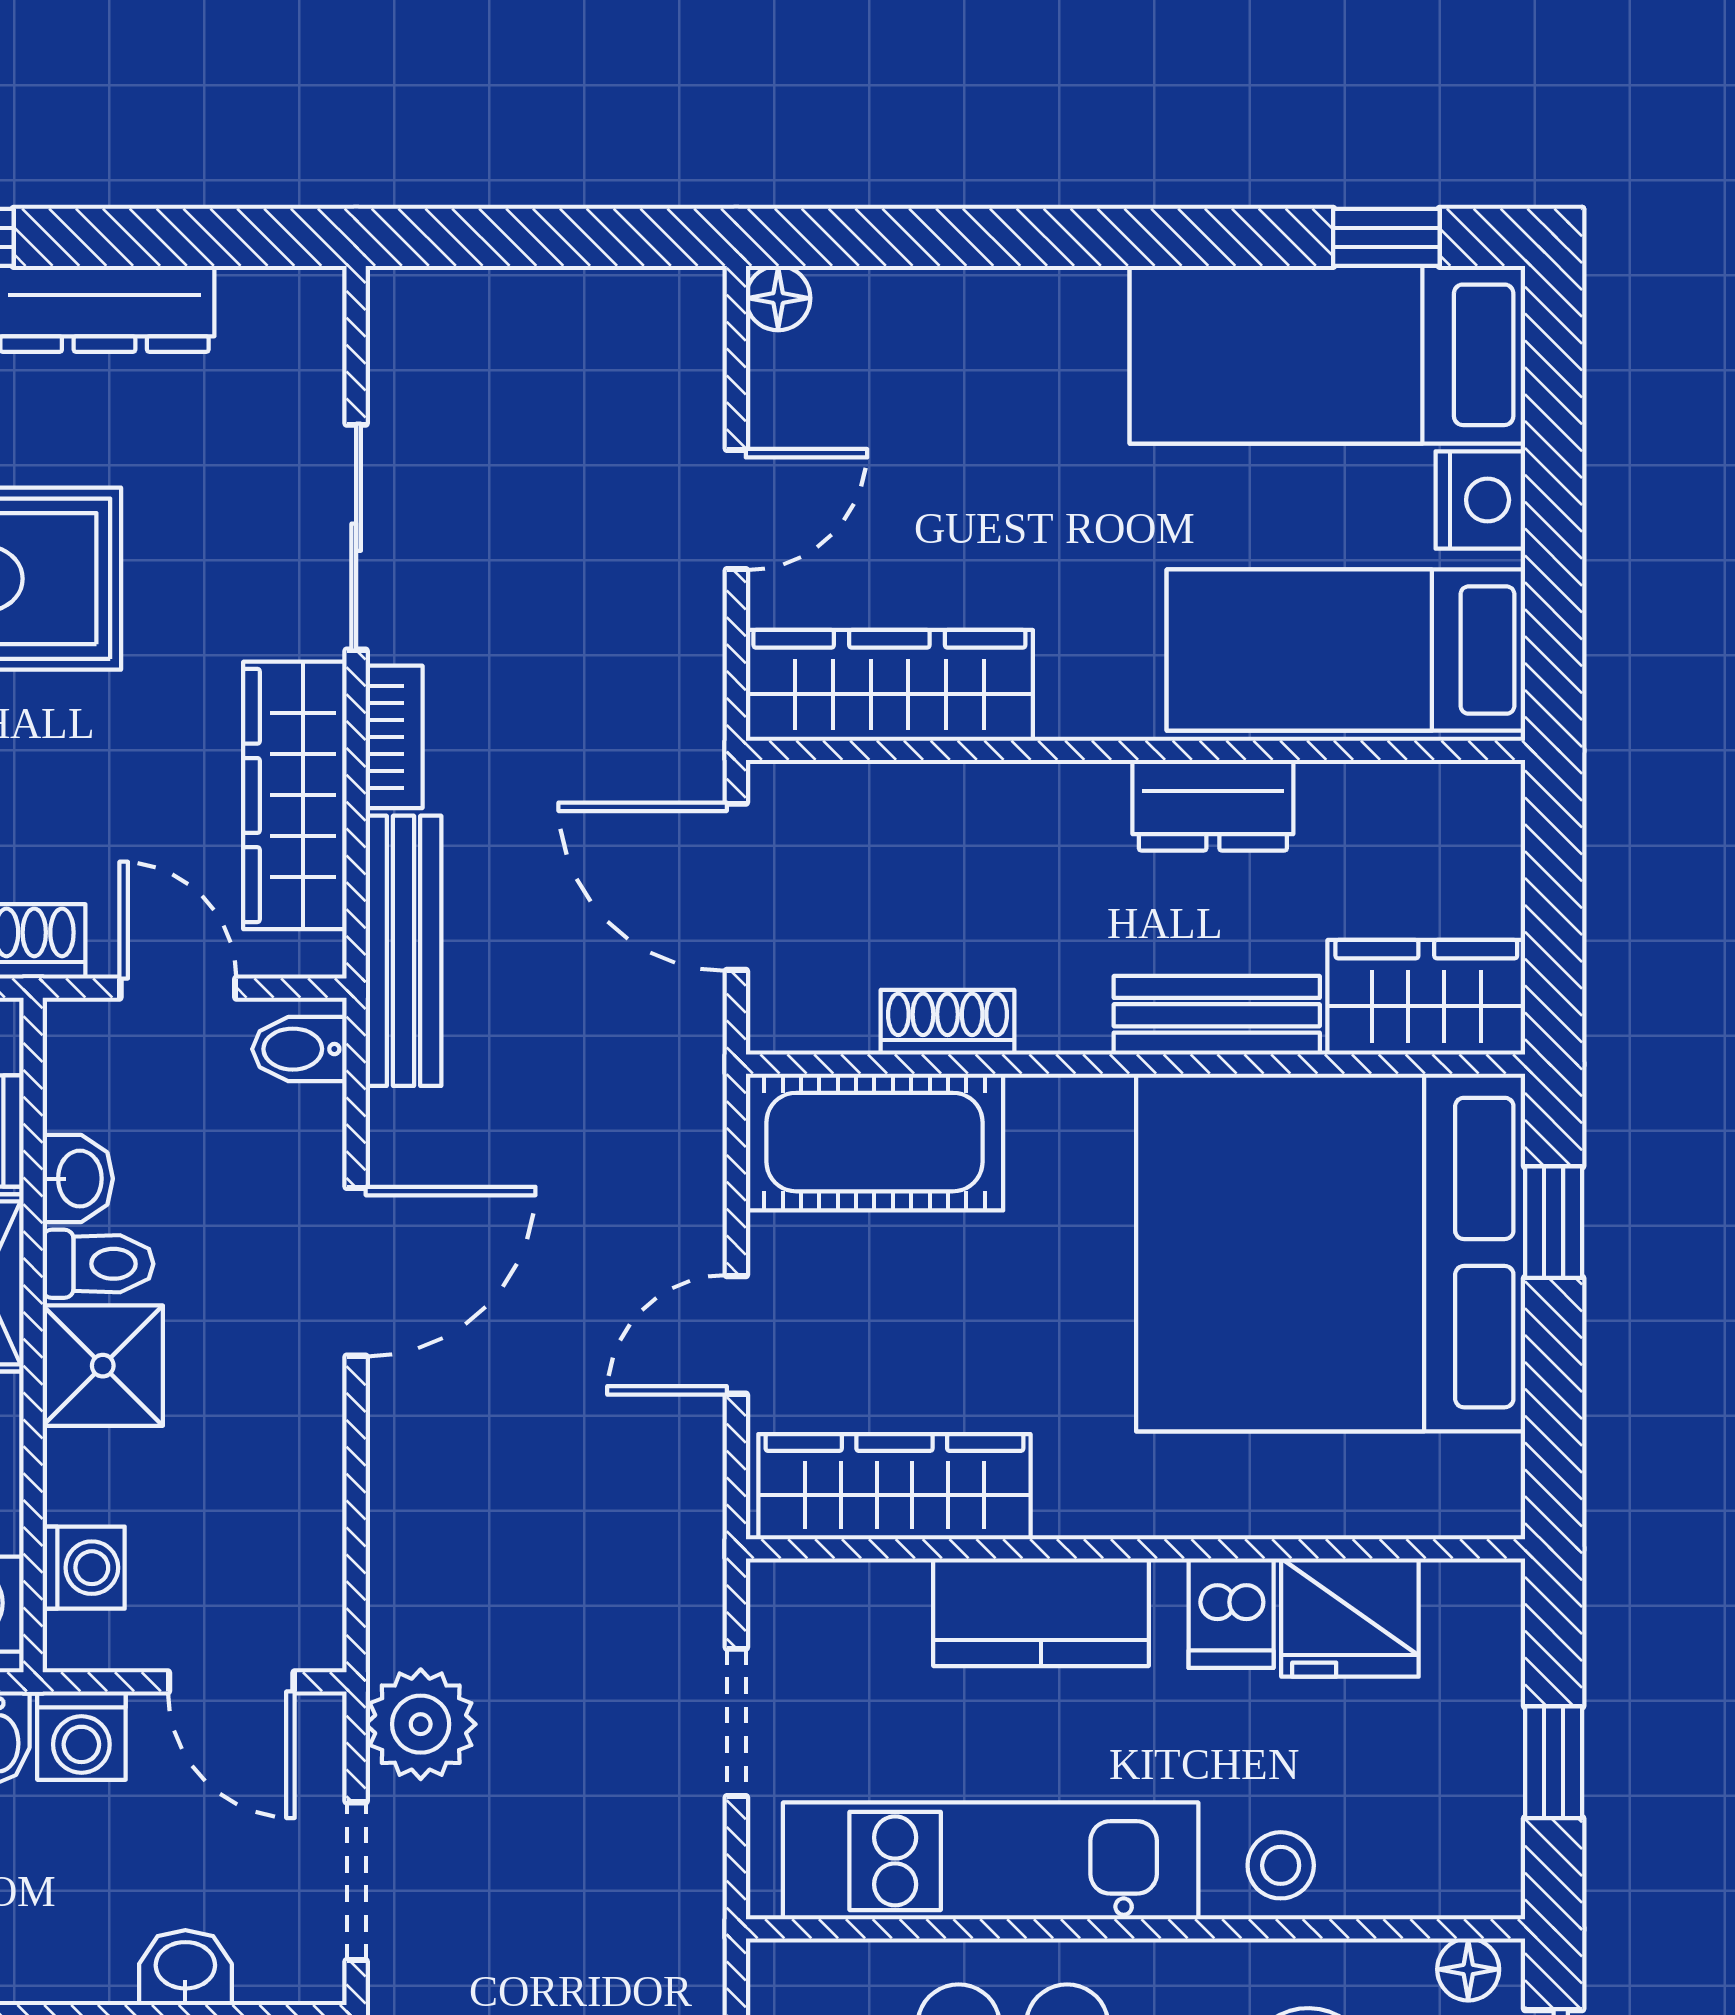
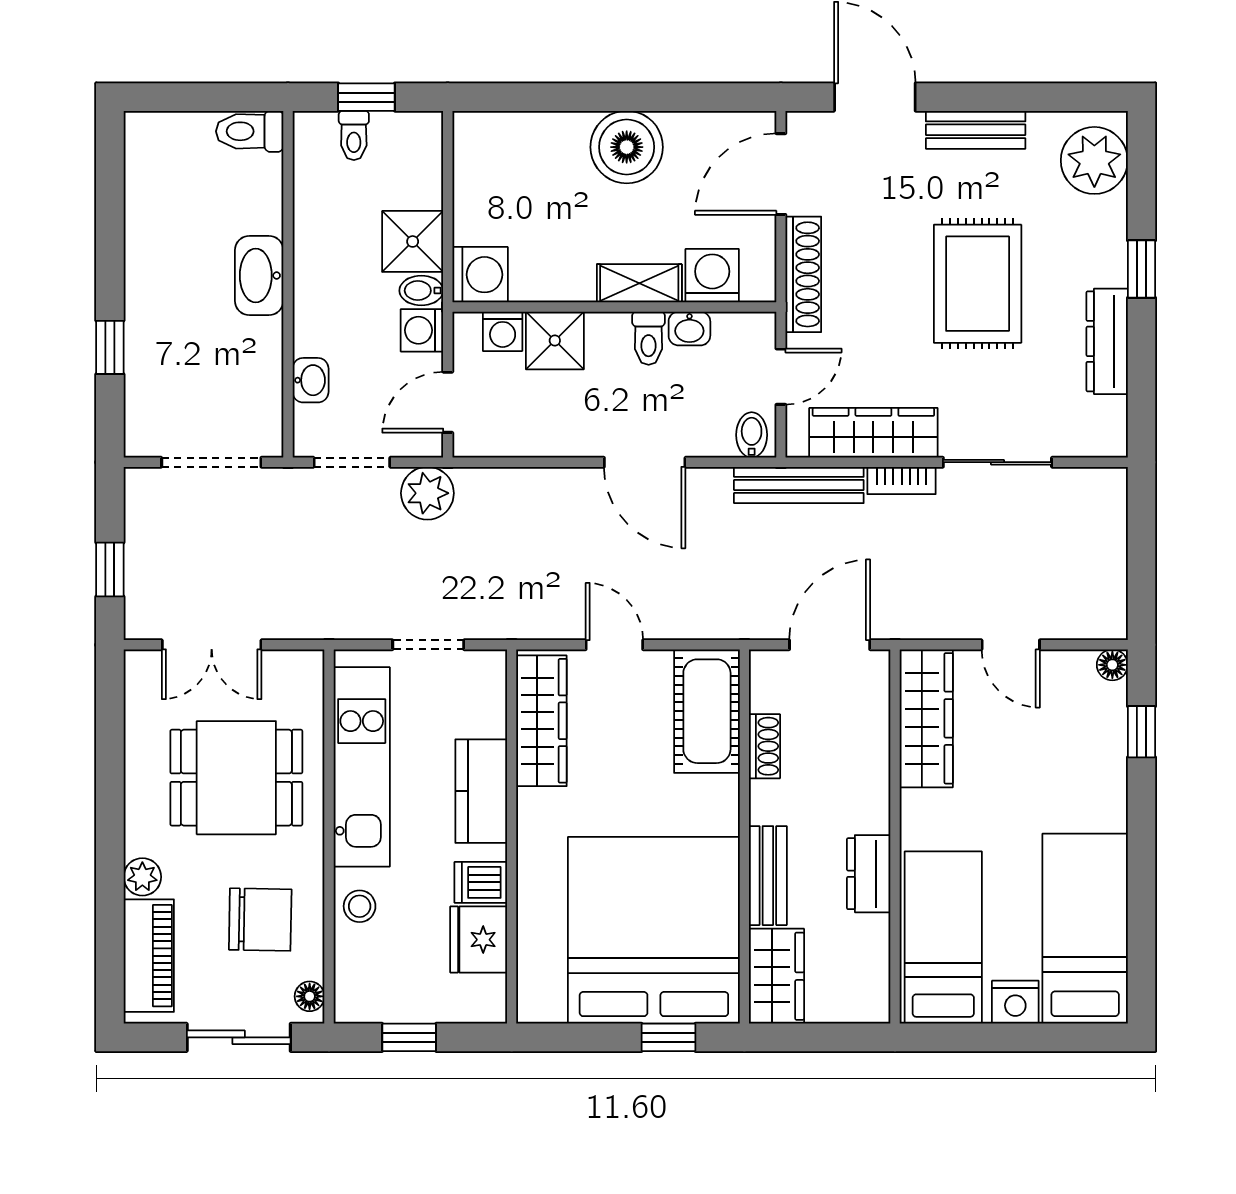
window: (1386, 237) -> (1141, 732), moved
shower: (103, 1366) -> (555, 341), moved

